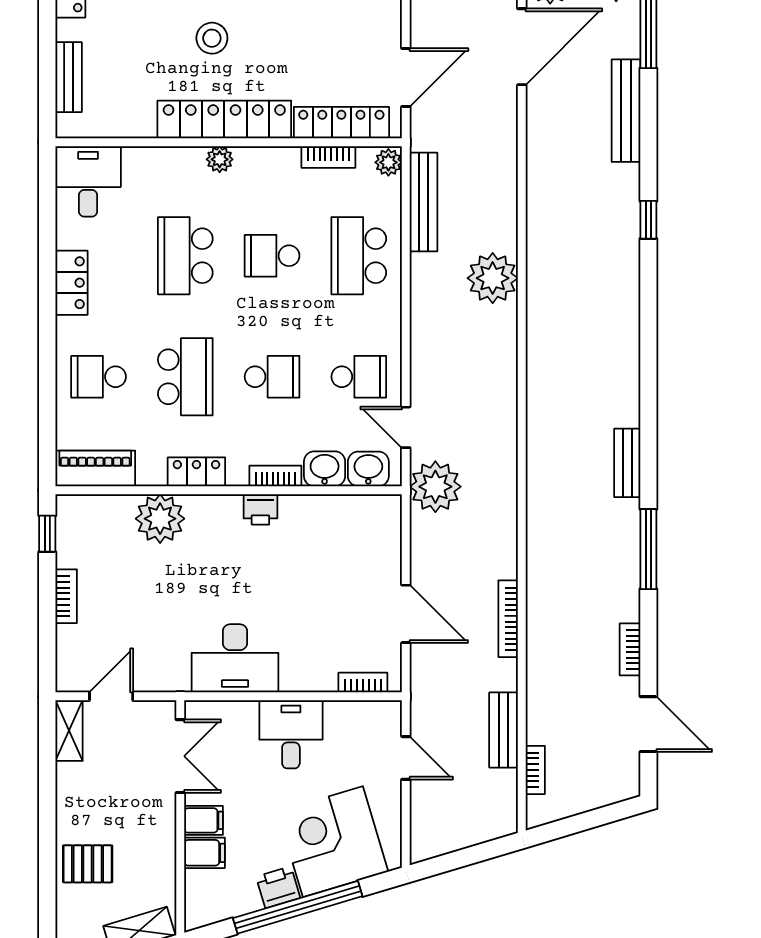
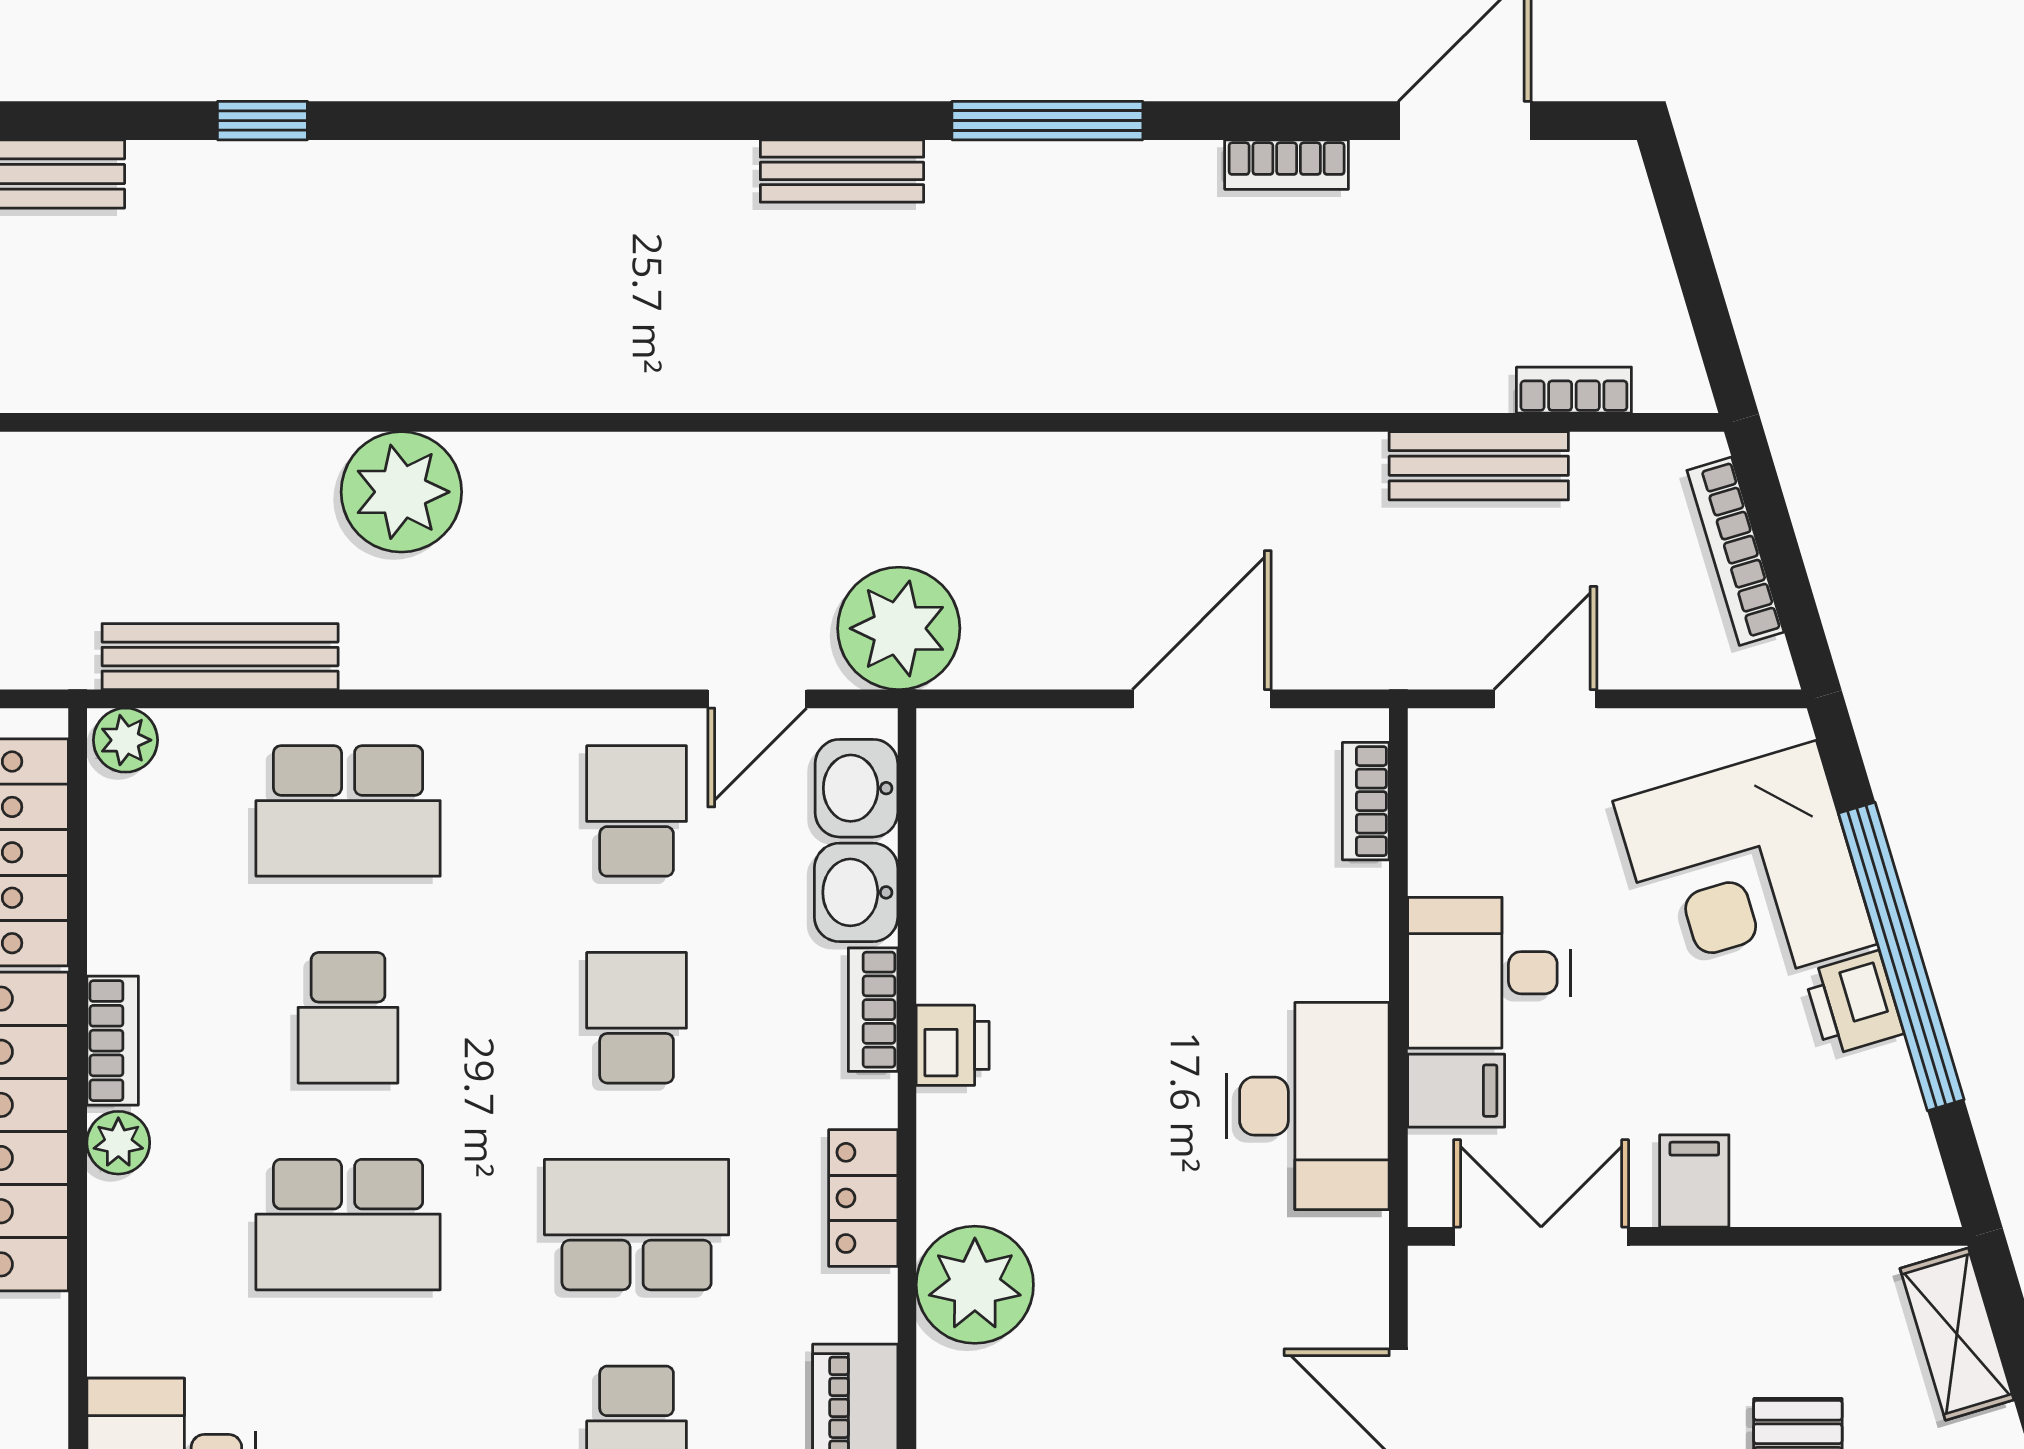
bookcase: (328, 157) -> (113, 1041), moved
bookcase: (508, 619) -> (1735, 551), moved, turned 73
filing cabinet: (205, 853) -> (1456, 1091), moved, turned 90

